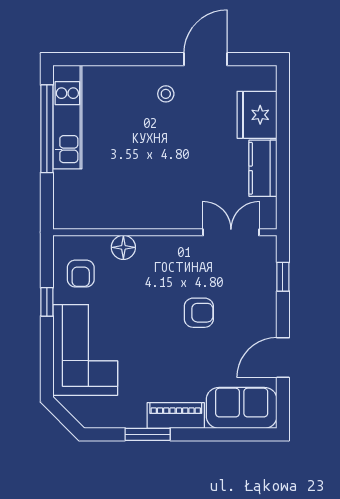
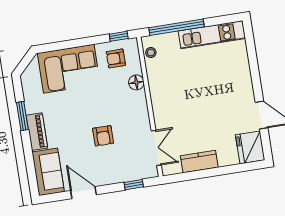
stool: (166, 94) -> (151, 52), moved
fridge: (257, 115) -> (250, 147), moved, turned -90
window: (47, 129) -> (176, 27), moved
window: (47, 302) -> (119, 36), moved

